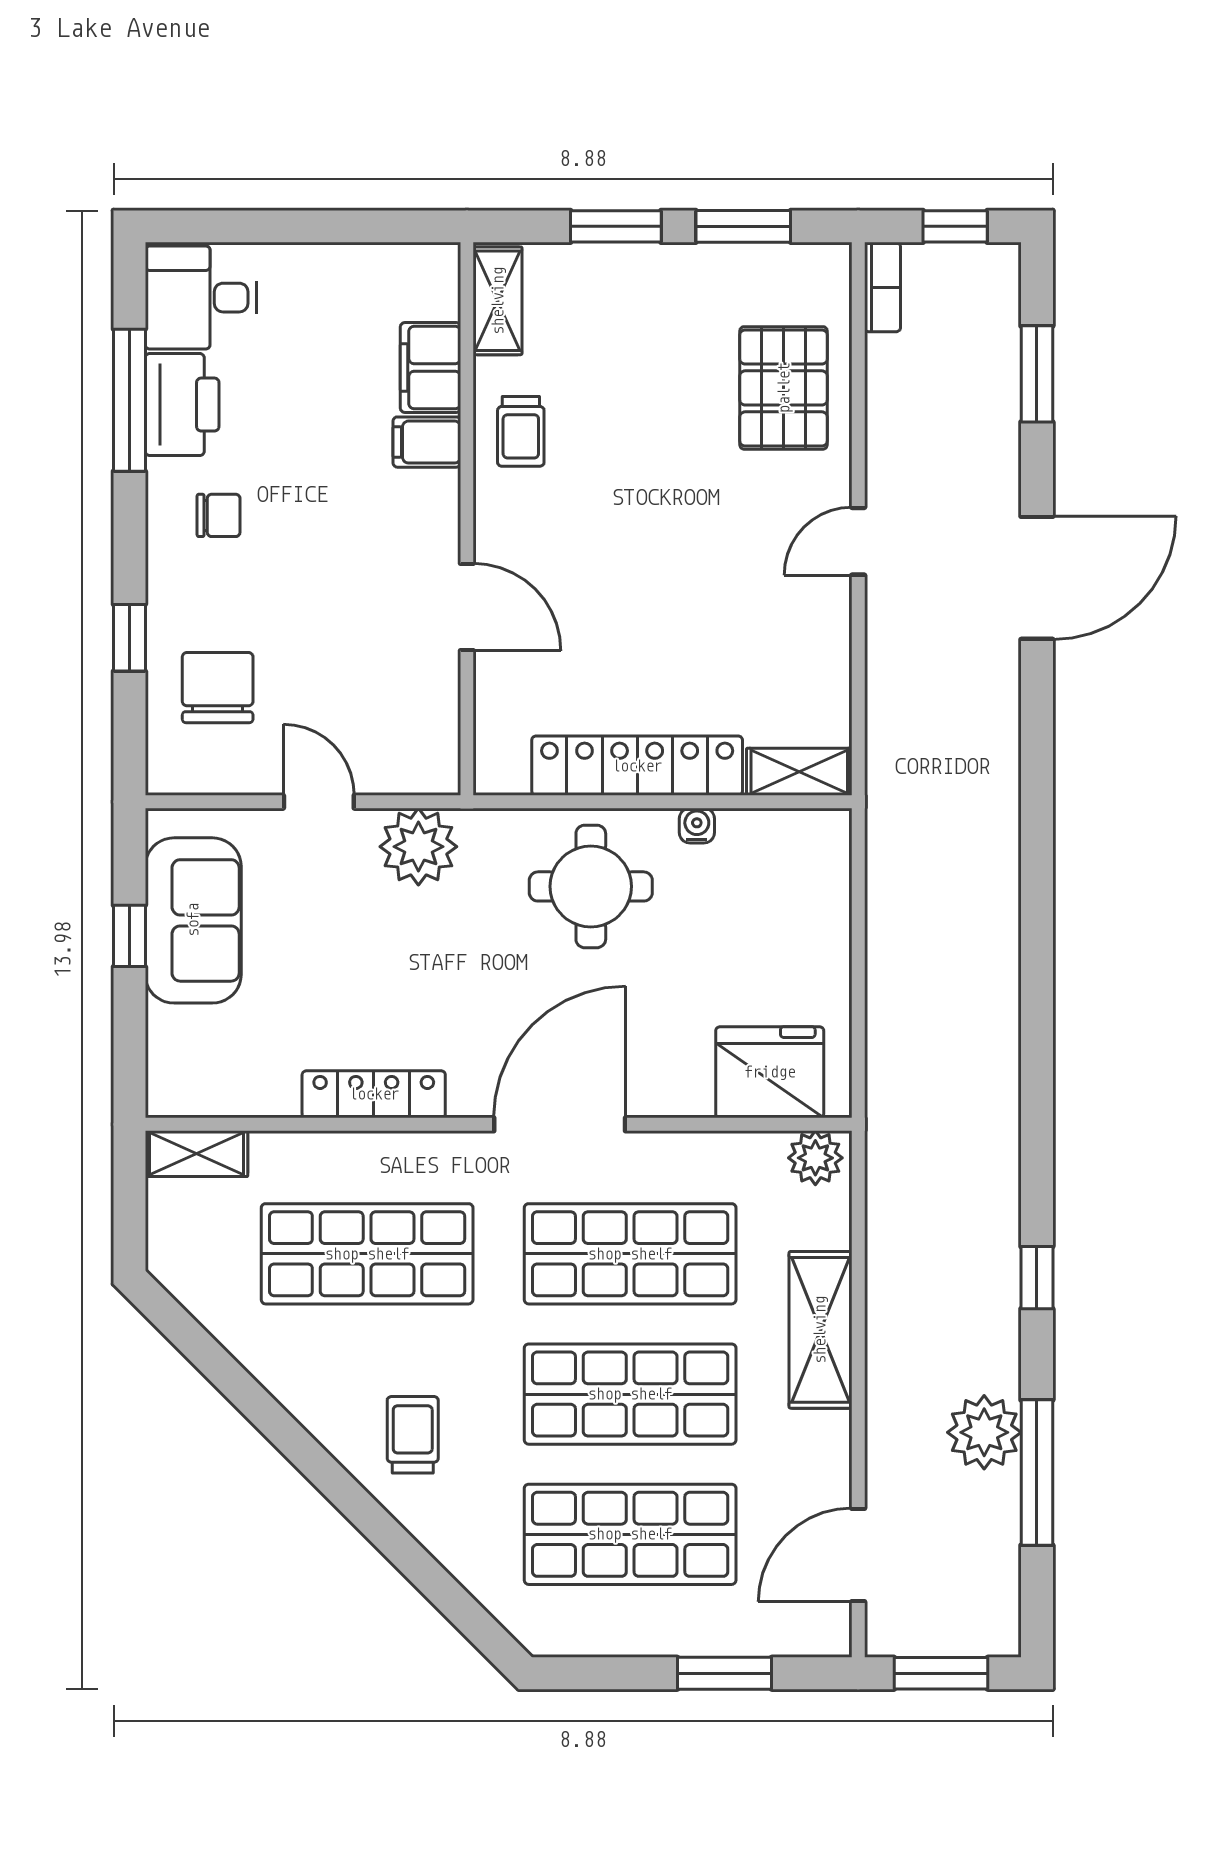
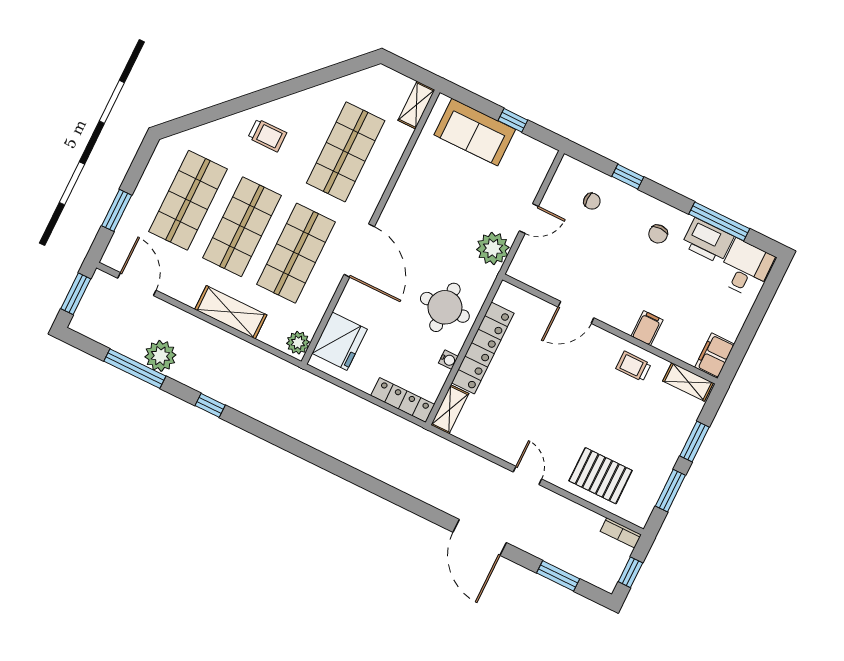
filing cabinet: (431, 368) -> (715, 356), moved, turned -90
chair: (218, 688) -> (592, 201), width x0.54, depth x0.54
sofa: (193, 920) -> (475, 132), moved
locker: (374, 1094) -> (403, 400), moved, turned -90

